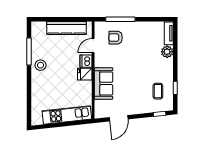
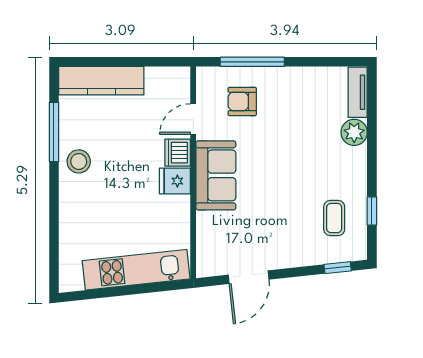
kitchen counter: (66, 28) -> (101, 81), moved
sofa: (104, 83) -> (216, 175), moved

